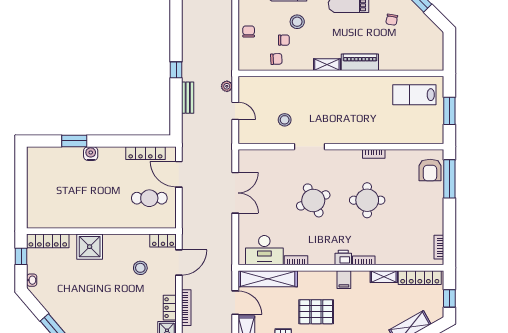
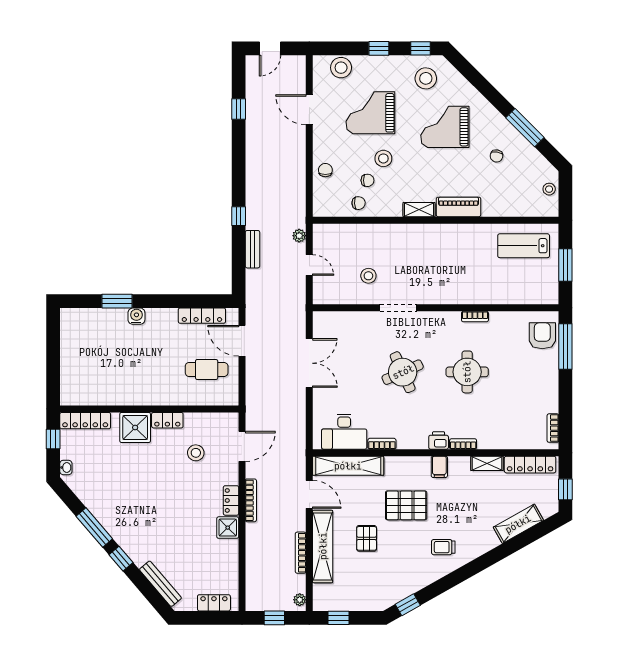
stool: (436, 47) -> (549, 189), added
armchair: (430, 170) -> (542, 336), turned 180
locker: (163, 241) -> (167, 420), moved

